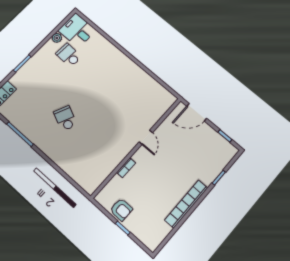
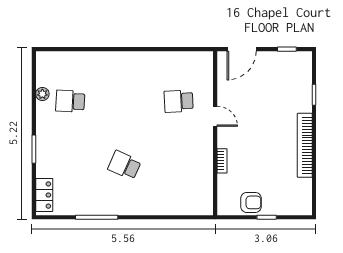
desk: (77, 30) -> (55, 69), removed
school desk: (132, 110) -> (179, 101), added

